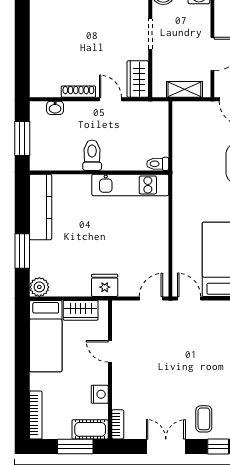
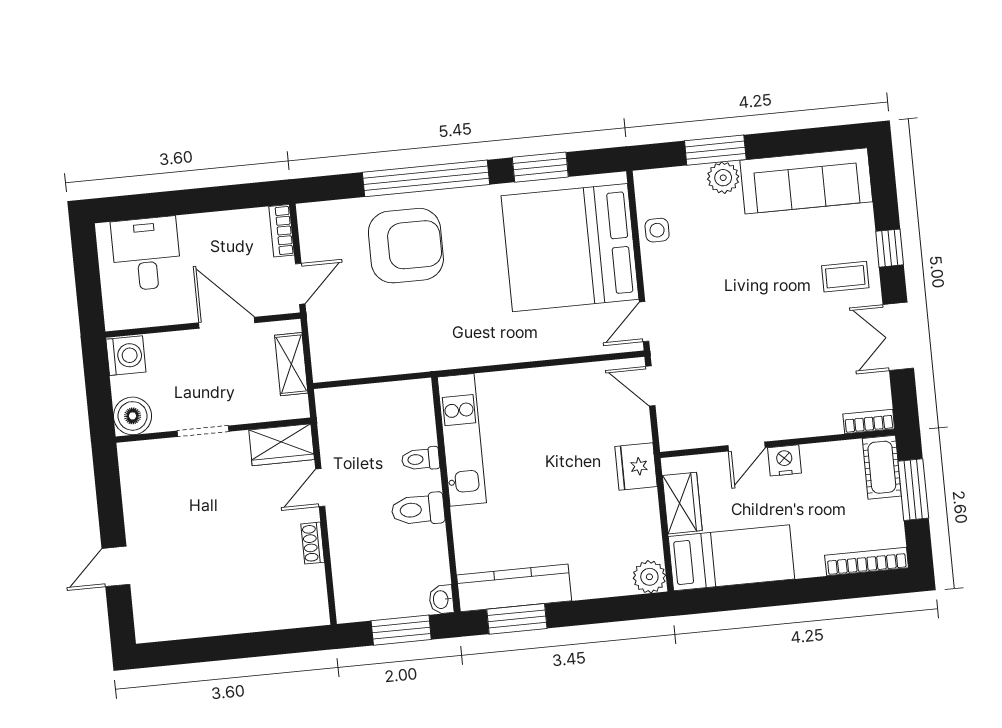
shoe rack: (78, 92) -> (313, 543), width x0.70
washbasin: (55, 108) -> (441, 600), moved, turned 180
toilet: (158, 164) -> (421, 459), moved, turned 90
window: (22, 251) -> (517, 619), moved
nightstand: (100, 394) -> (784, 460), moved

